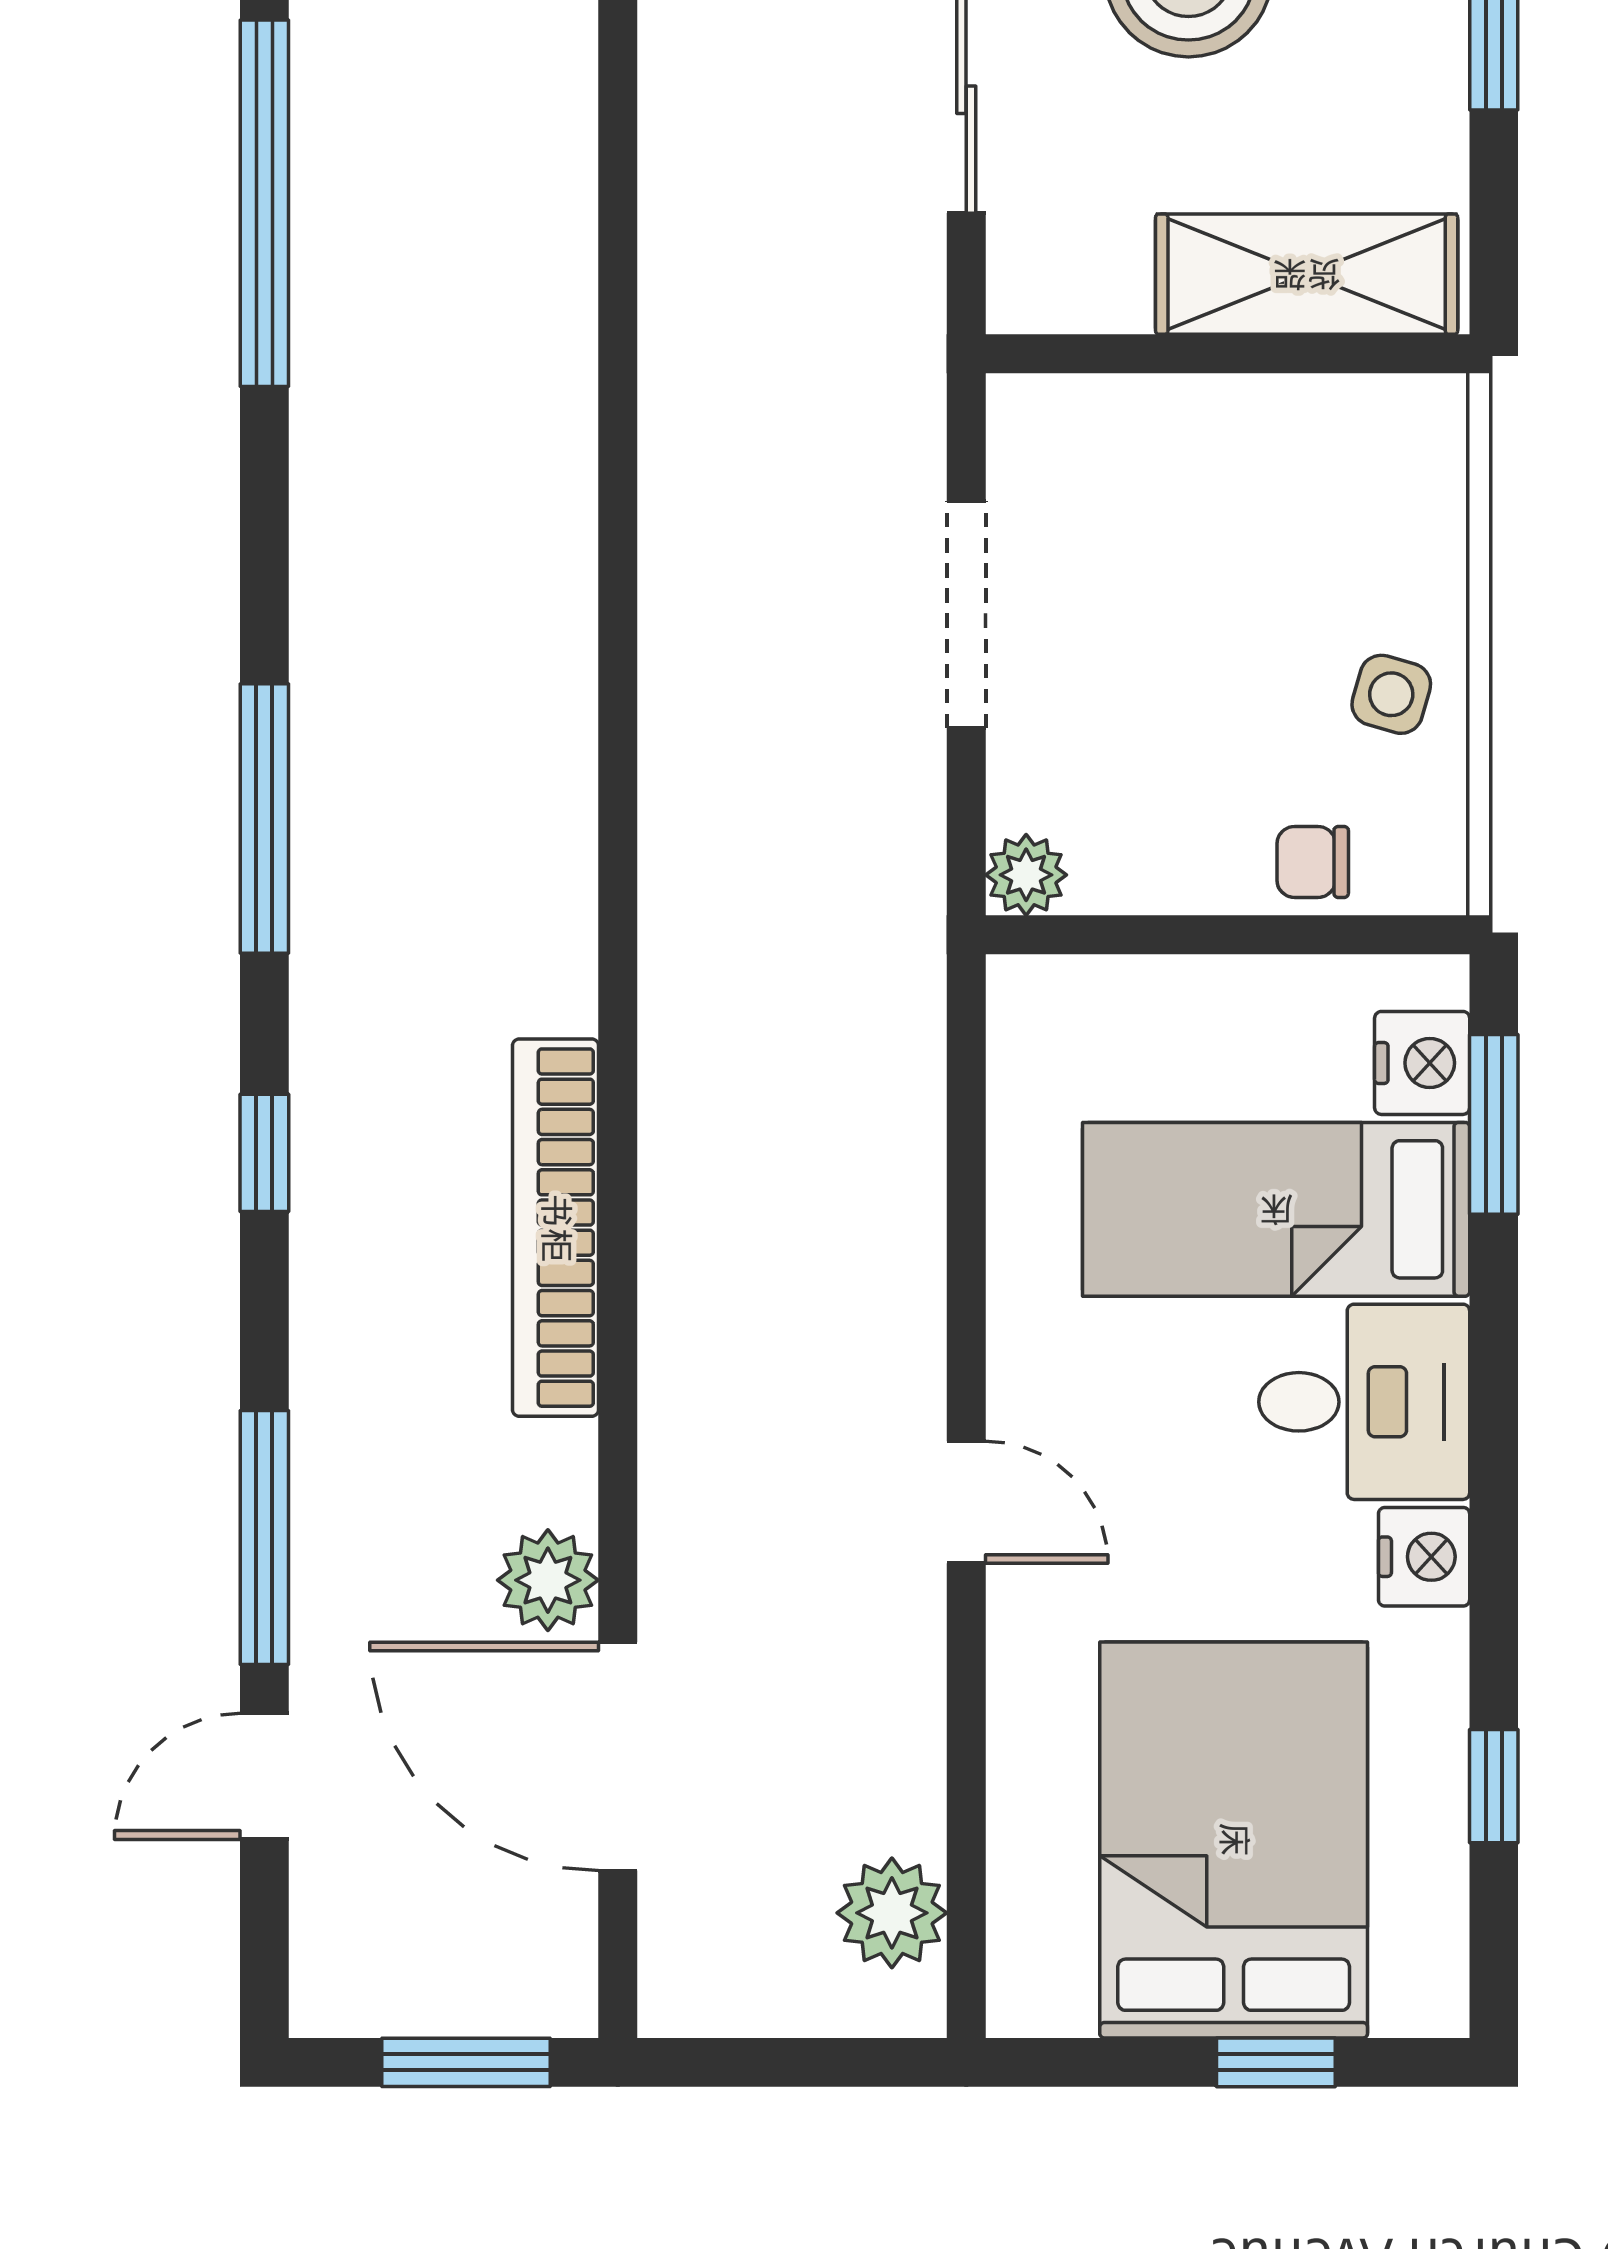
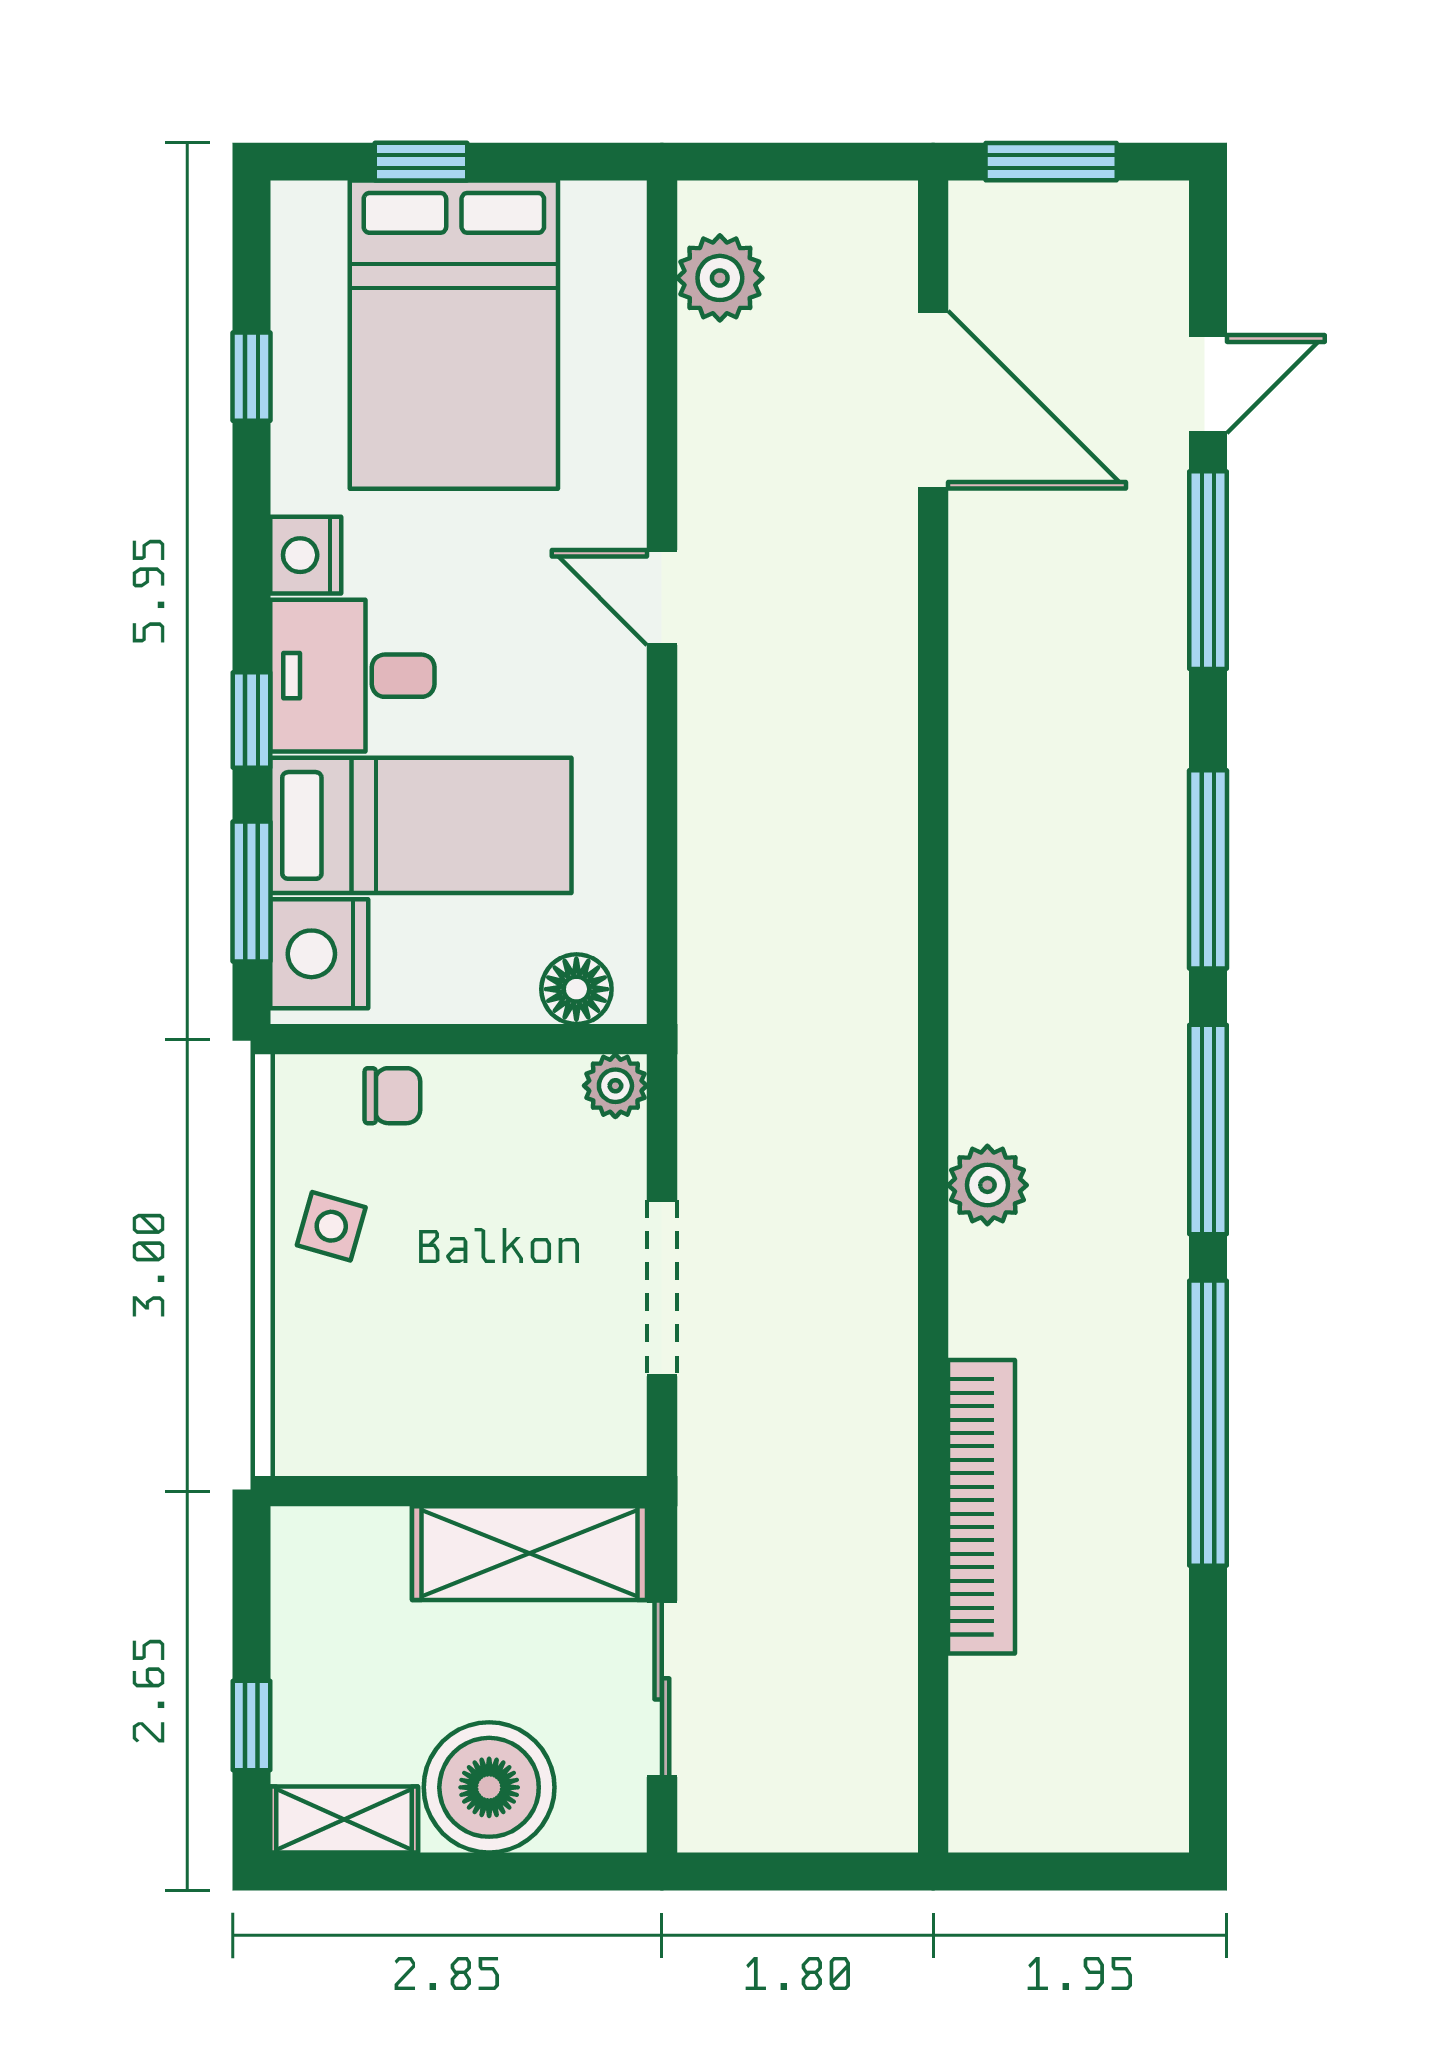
window: (264, 203) -> (1208, 1423), moved
shelving: (1307, 274) -> (529, 1553), moved
floor lamp: (1076, 999) -> (576, 989), added
nightstand: (1422, 1063) -> (319, 954), width x1.36, depth x1.33
window: (264, 1153) -> (1208, 869), width x2.17
bookcase: (556, 1228) -> (982, 1507), moved
window: (1494, 1345) -> (251, 720), added
plant: (548, 1580) -> (987, 1185), moved

